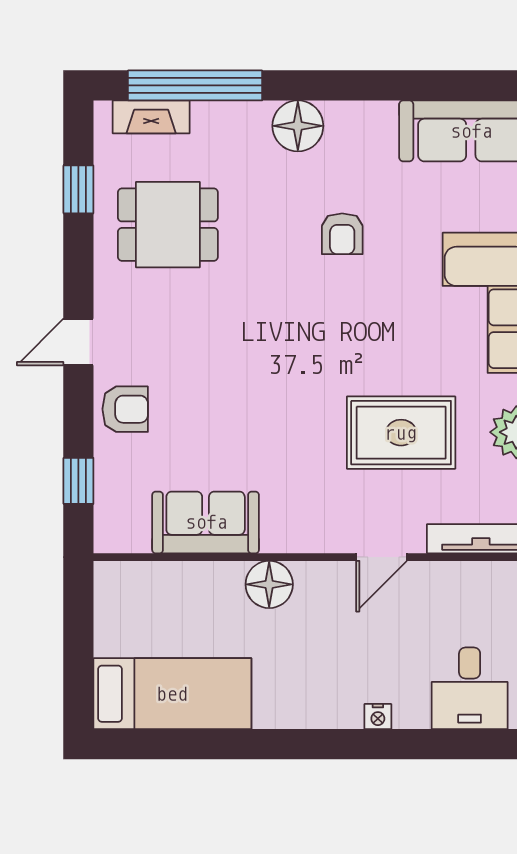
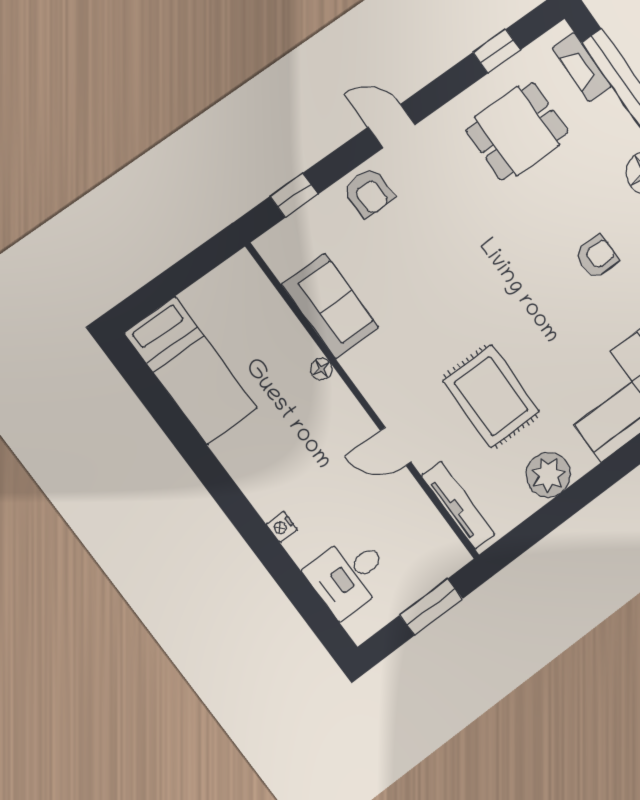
dining table: (168, 225) -> (517, 131), turned 90
armchair: (342, 234) -> (597, 256), turned 180
floor lamp: (269, 584) -> (321, 369), width x0.53, depth x0.53

